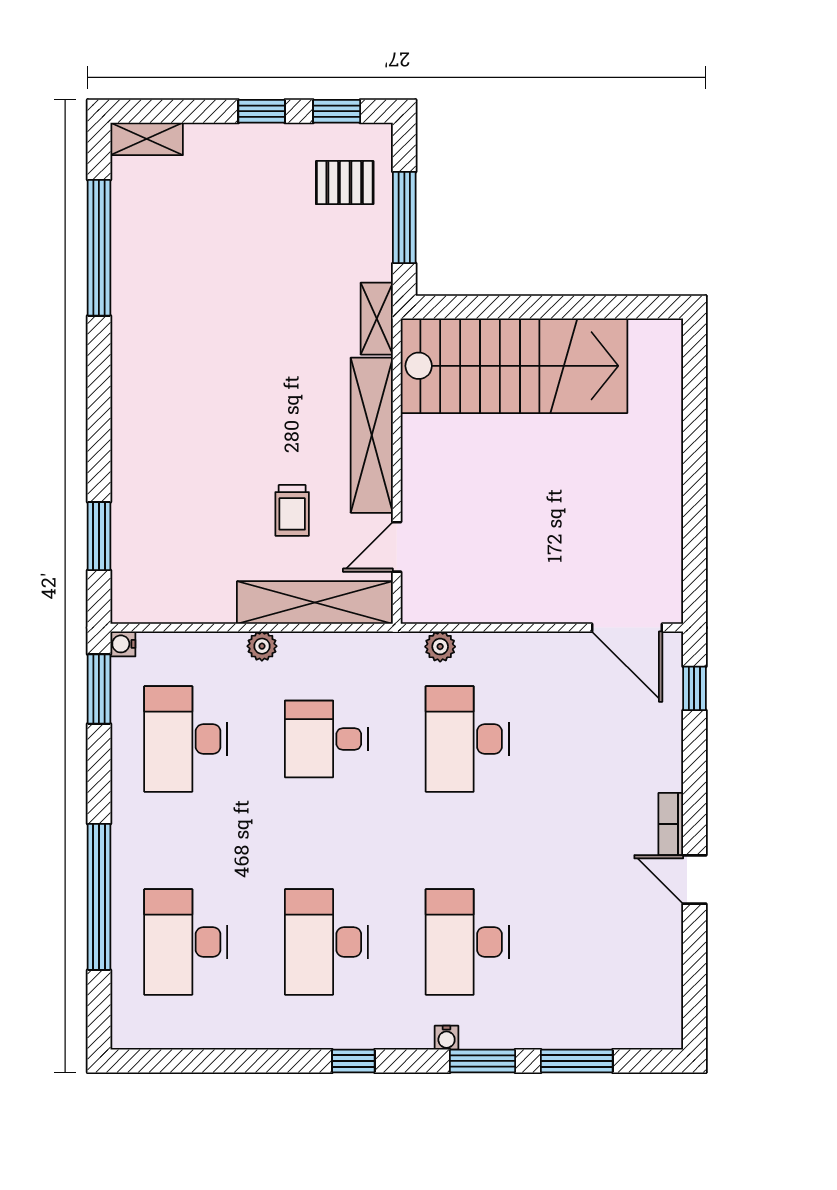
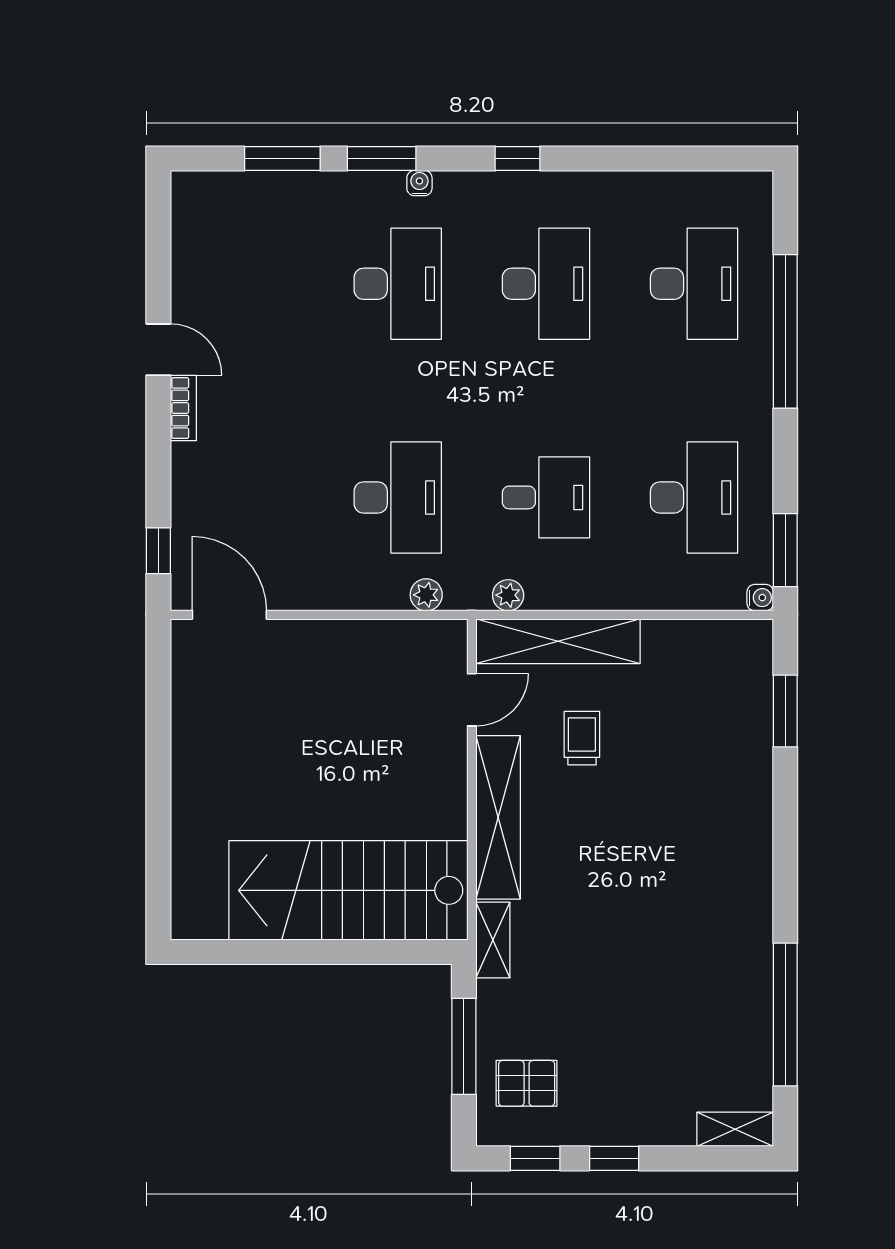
plant: (262, 646) -> (508, 595), moved

